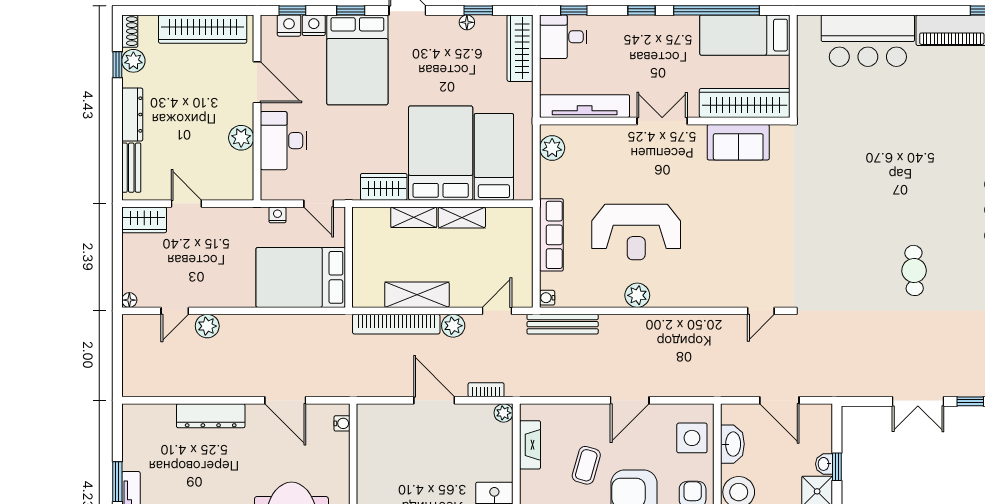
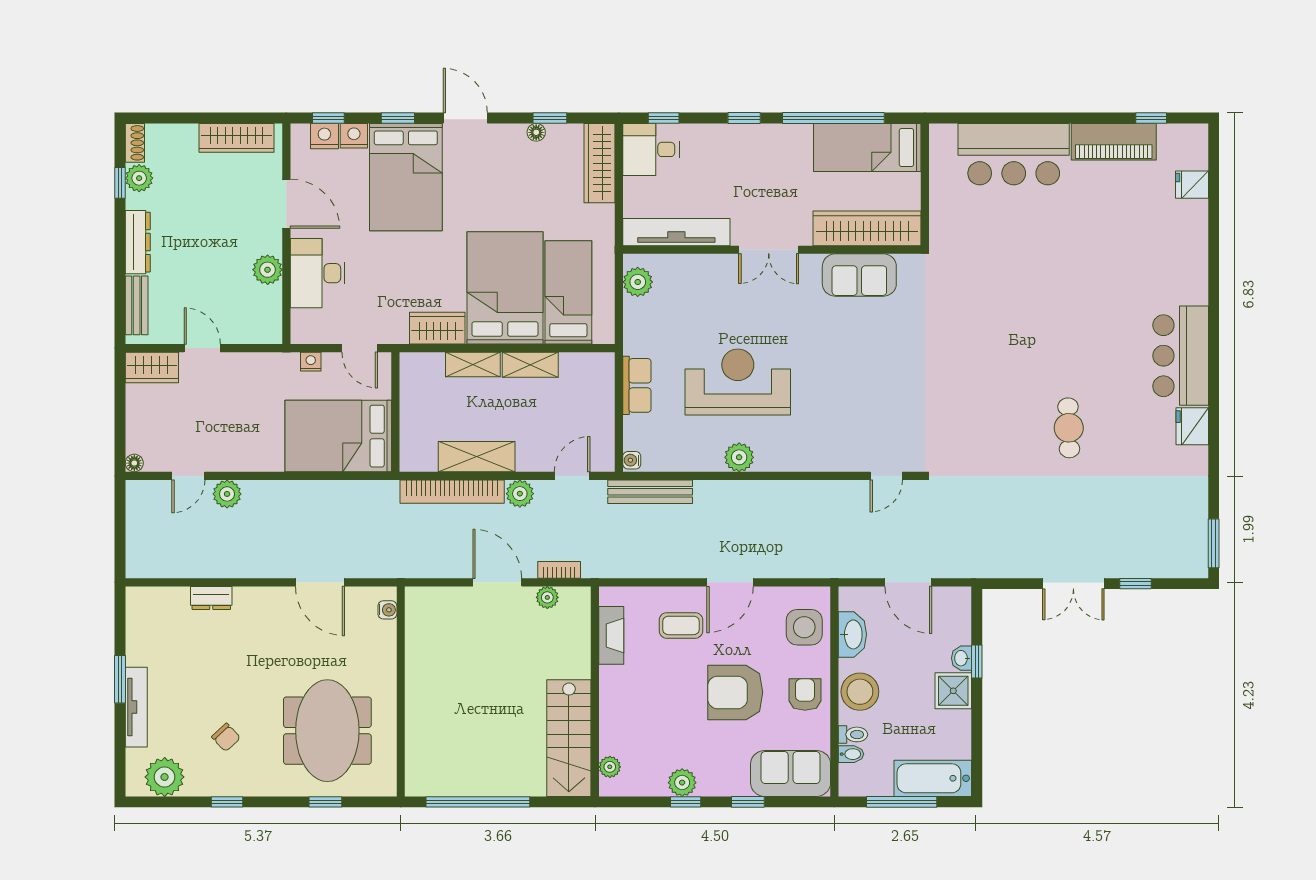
wardrobe: (203, 29) -> (237, 138), width x0.71, depth x0.85
double door: (662, 121) -> (769, 250), swing flipped
reception desk: (636, 232) -> (738, 382), turned 180
row of seats: (551, 235) -> (637, 385), width x0.68
plant: (504, 413) -> (547, 597), moved
dresser: (211, 416) -> (211, 598), width x0.51, depth x0.80
coffee table: (586, 465) -> (681, 625), moved, turned 74

